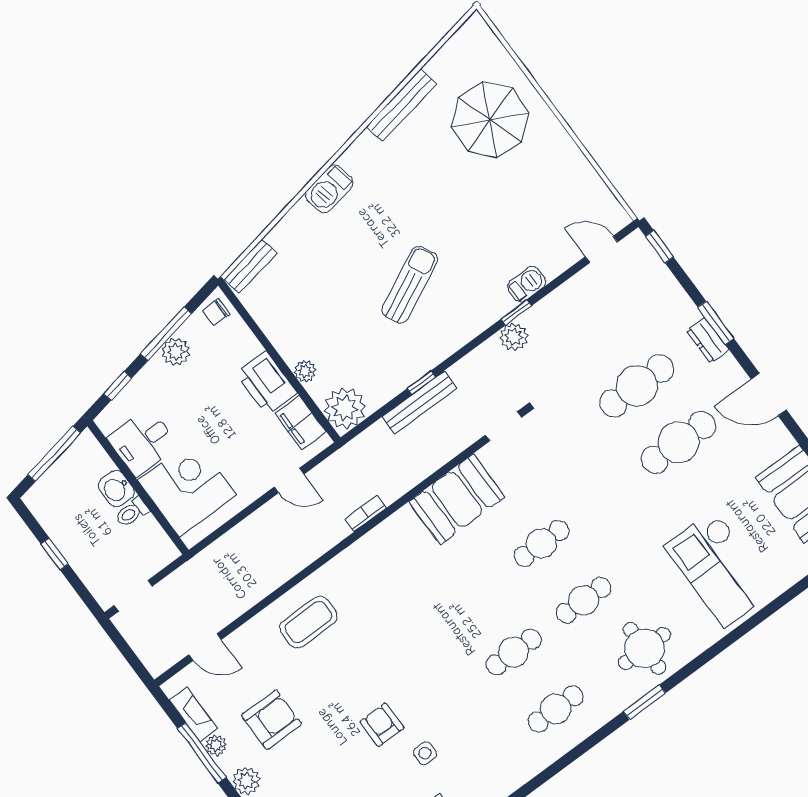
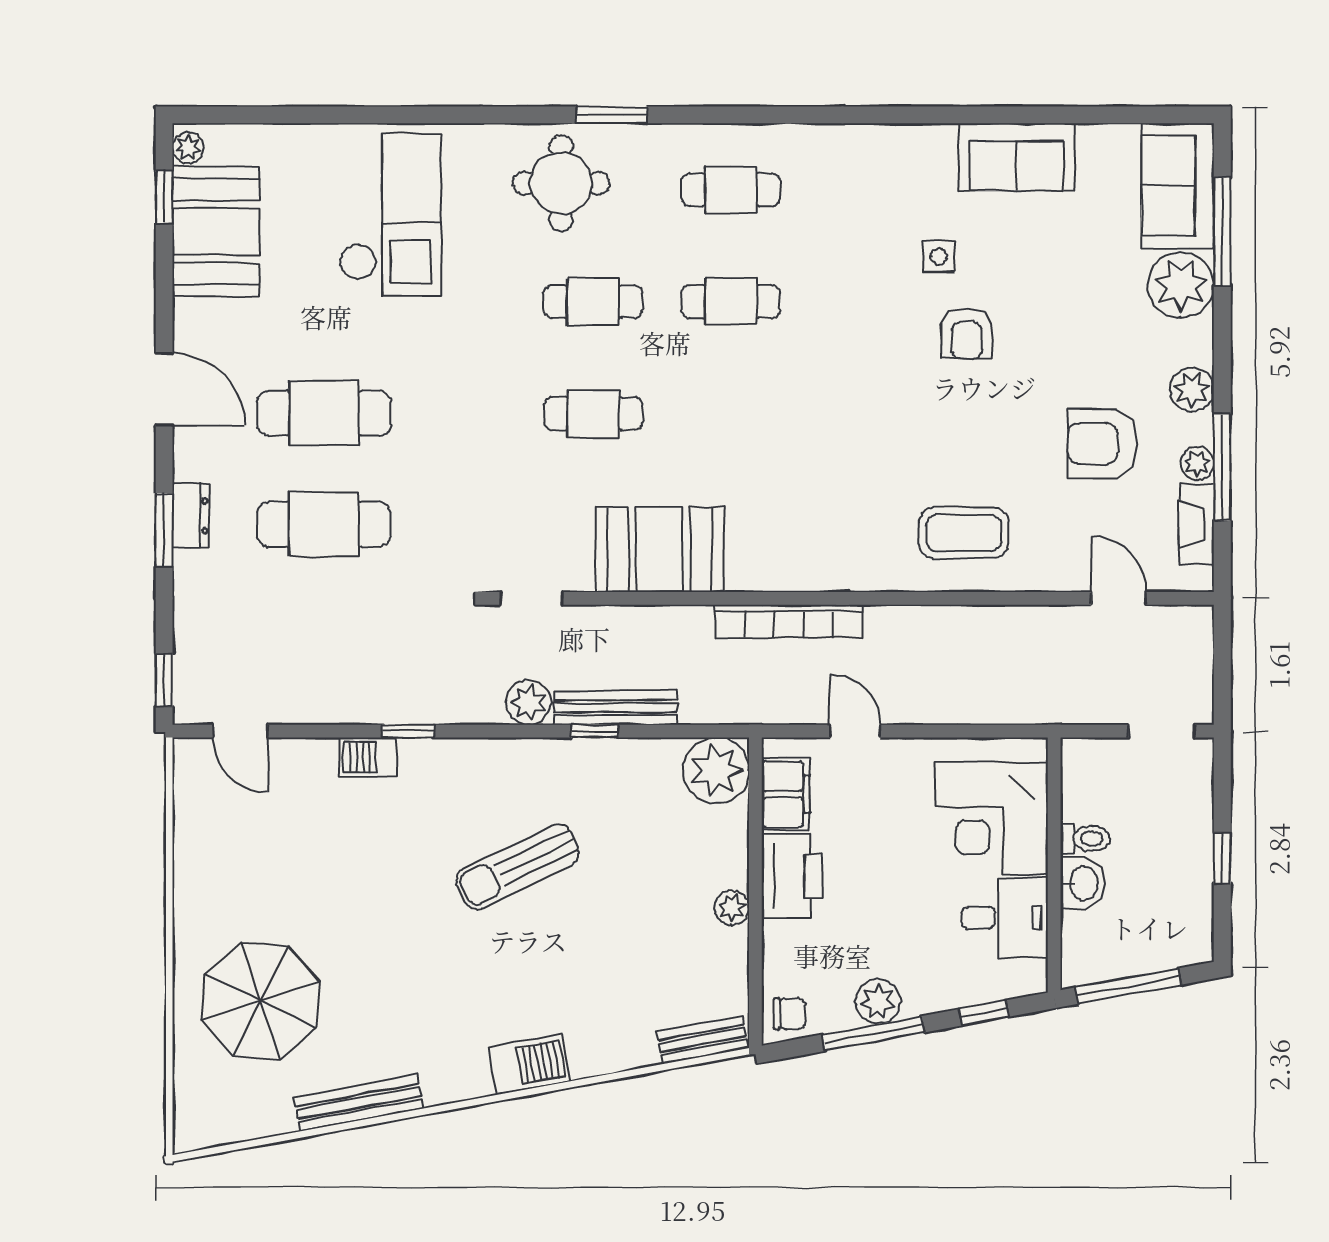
plant: (514, 337) -> (529, 702), moved
plant: (305, 371) -> (732, 908), moved
bookcase: (366, 513) -> (789, 621), width x2.31, depth x1.31

